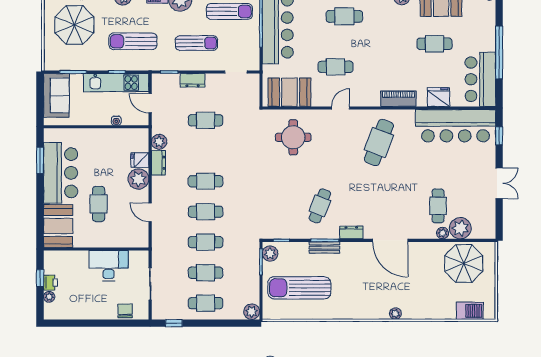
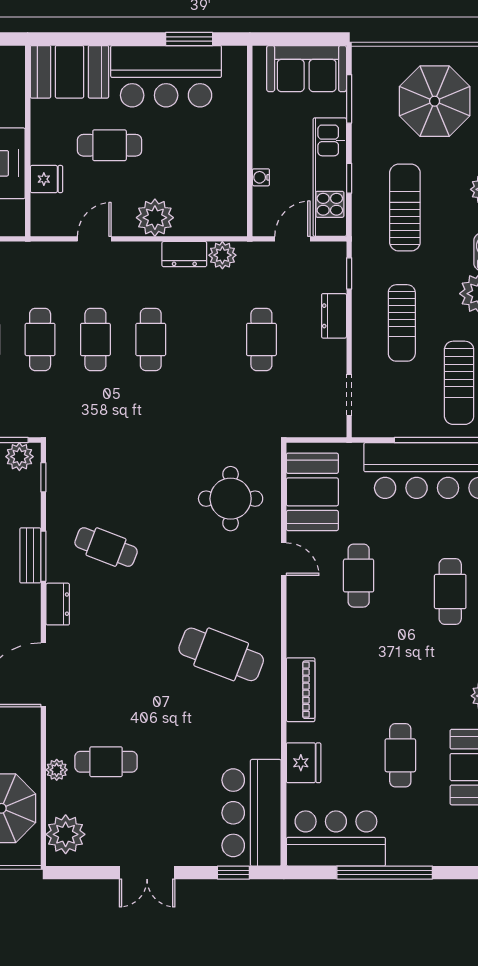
door: (341, 108) -> (284, 559), moved
bar counter: (456, 126) -> (252, 813), width x0.73
fridge: (140, 160) -> (46, 179), moved, turned 90
plant: (460, 228) -> (66, 834), moved

